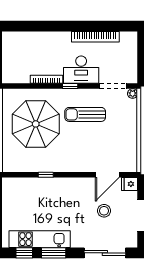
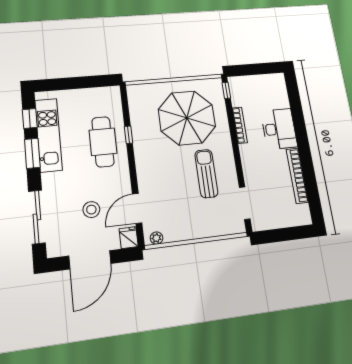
desk: (81, 70) -> (279, 129), moved, turned 180
window: (70, 86) -> (226, 90), moved
plant: (133, 94) -> (156, 238), moved
door: (107, 175) -> (137, 208), hinge flipped
cafe table: (50, 196) -> (103, 142), added

